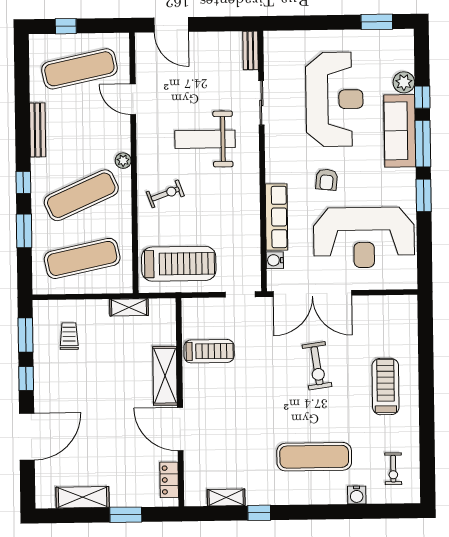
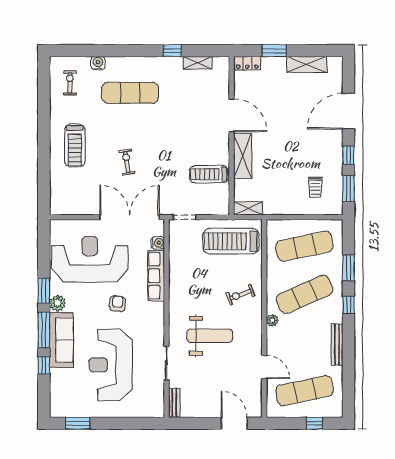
plant: (404, 82) -> (58, 303), moved
shelving: (129, 307) -> (248, 208), moved
exercise bike: (317, 366) -> (127, 162), width x0.73, depth x0.72
locker: (169, 480) -> (247, 63), moved, turned 90

